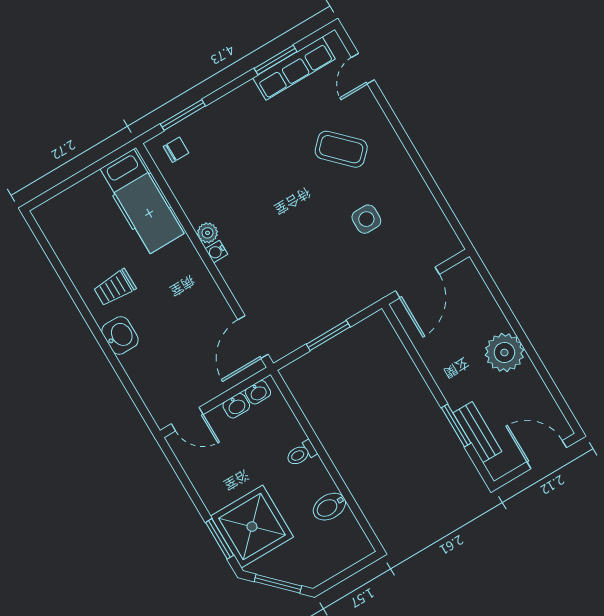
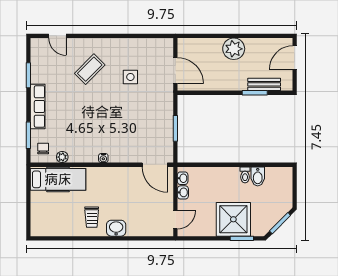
row of seats: (294, 69) -> (38, 106), moved
plant: (207, 233) -> (62, 157), moved
toilet: (301, 453) -> (245, 175), moved
shower: (252, 527) -> (233, 219), moved

